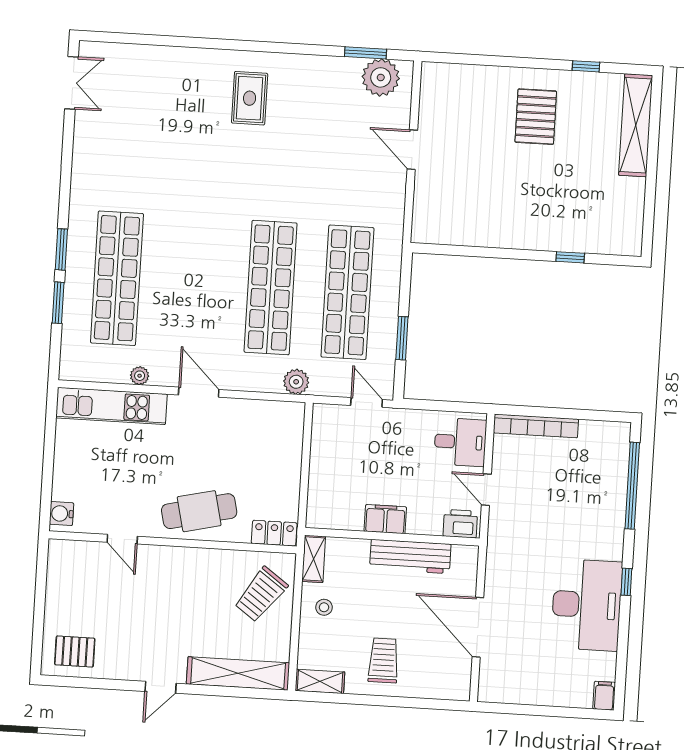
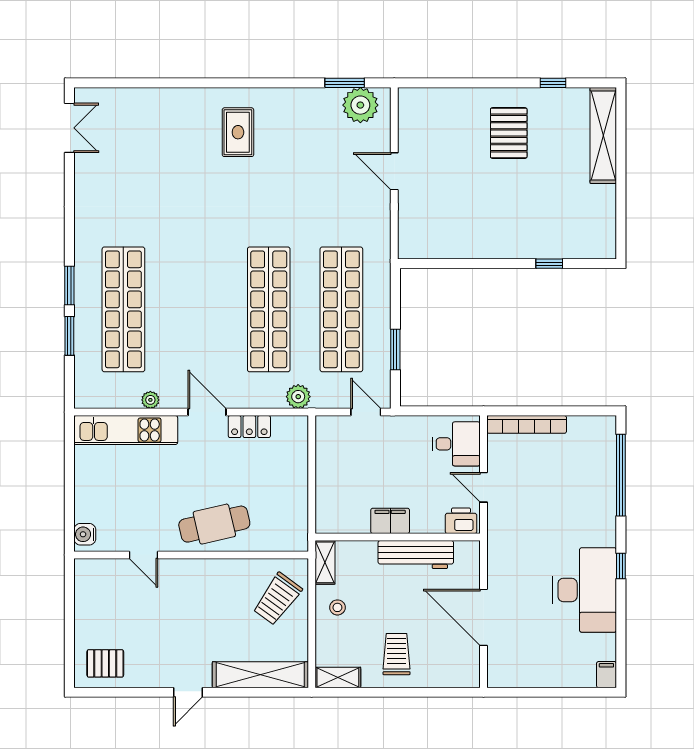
locker: (274, 533) -> (249, 427), moved, turned 180

